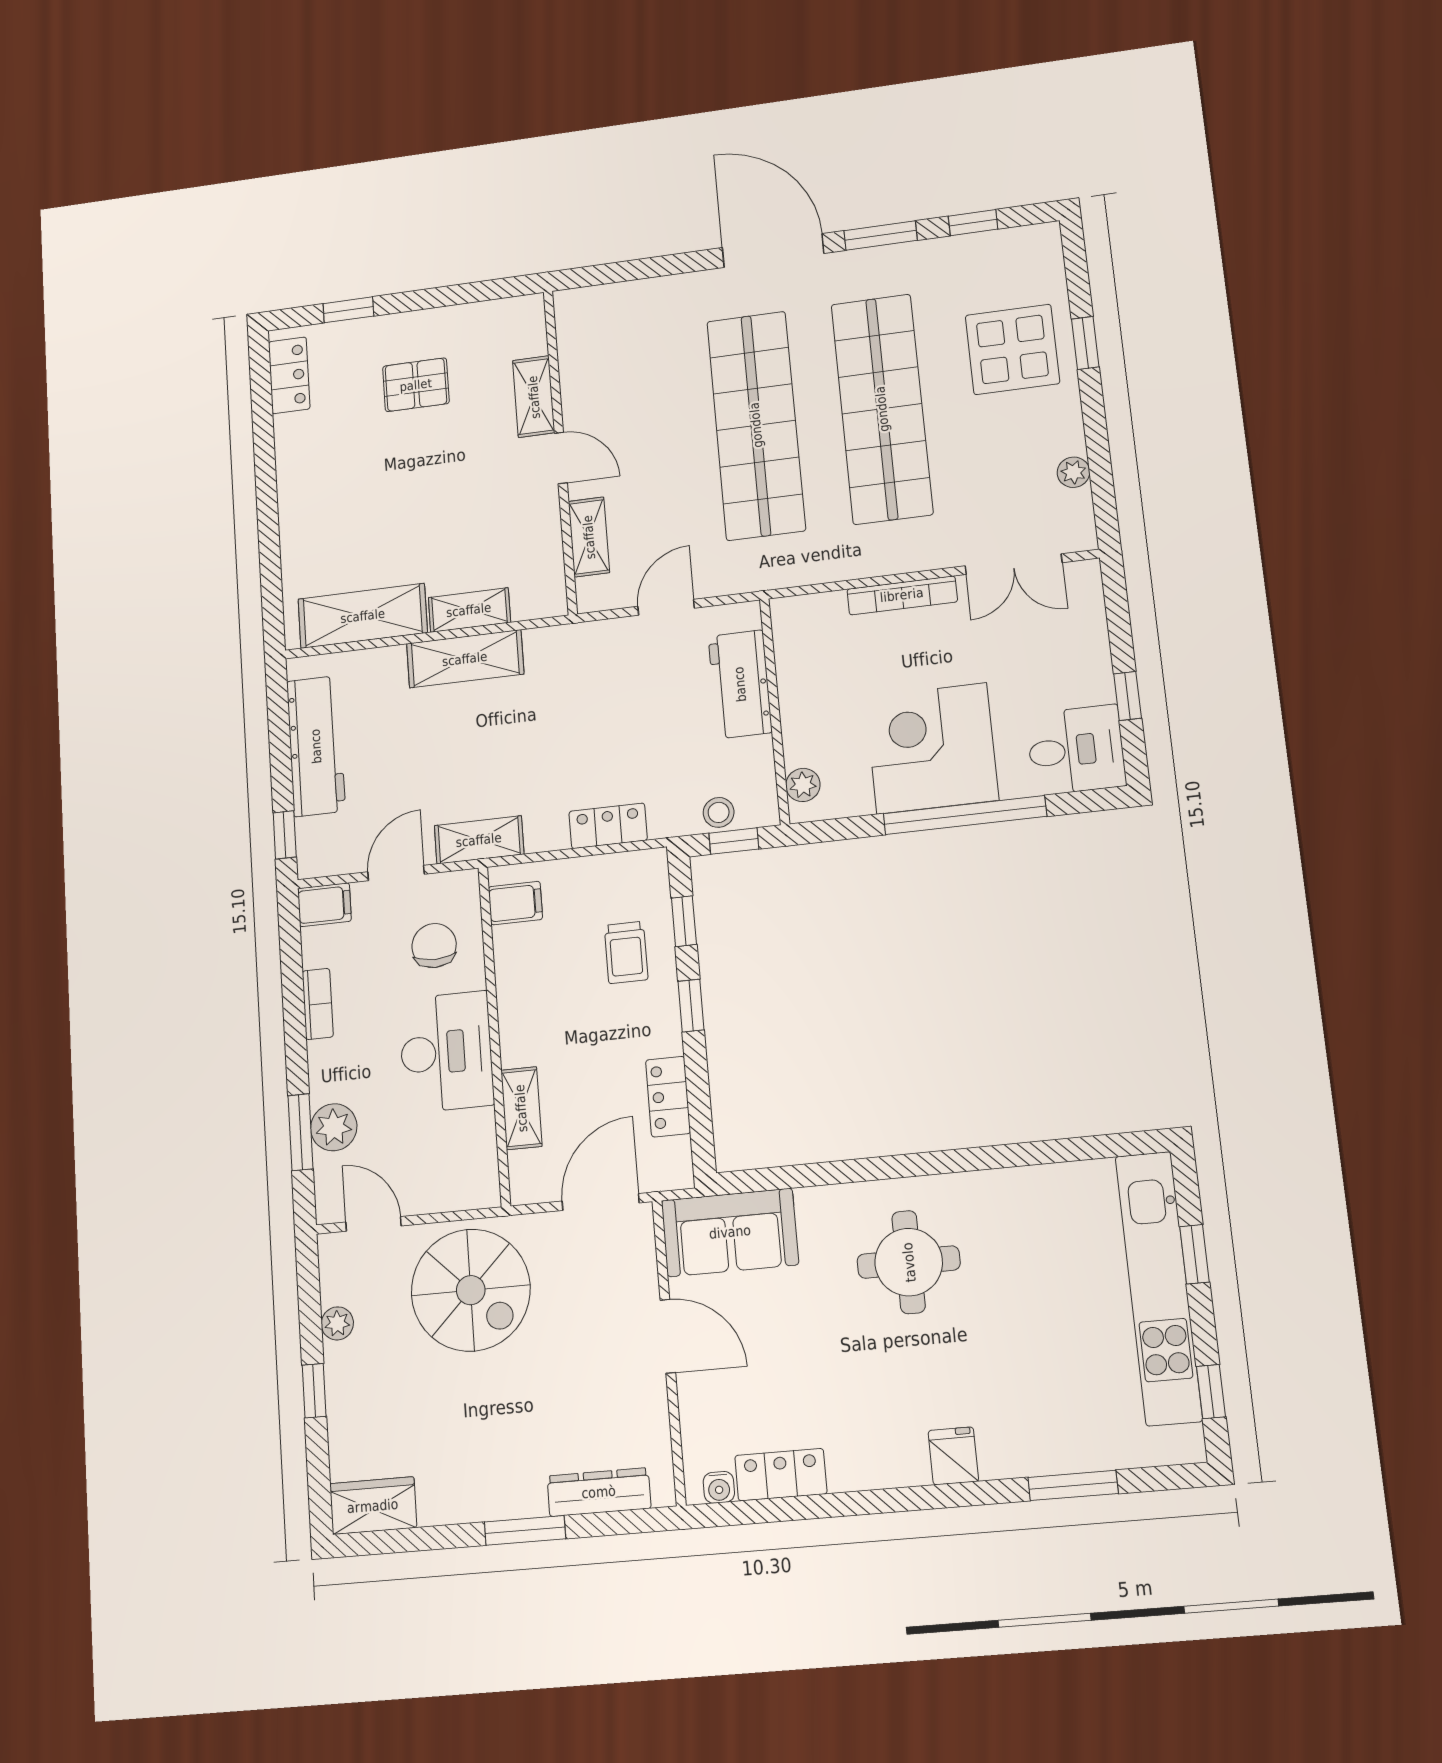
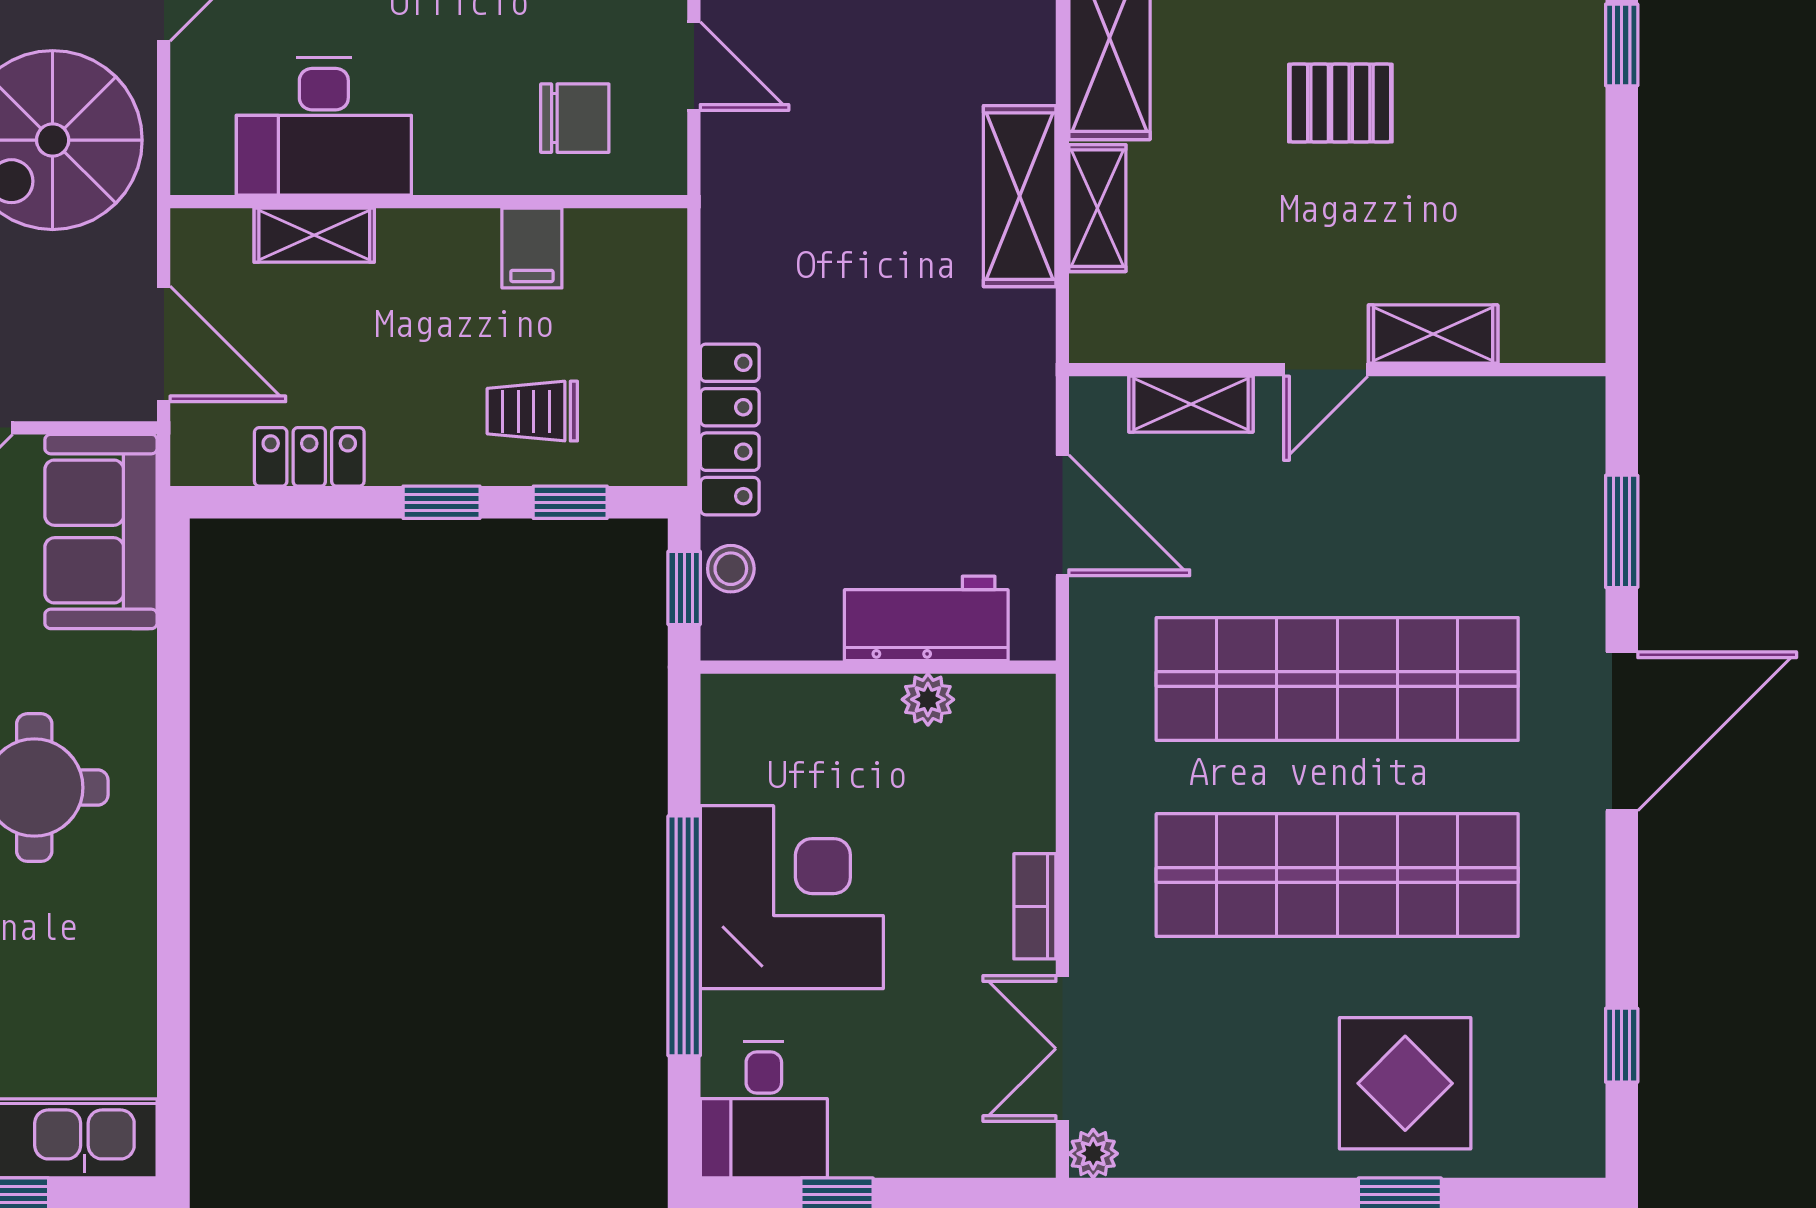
window: (881, 235) -> (1622, 531), moved
pallet: (416, 385) -> (1340, 103), moved, turned 90
plant: (1073, 472) -> (1093, 1154), moved
bookcase: (902, 595) -> (1035, 906), width x0.64
door: (666, 607) -> (1062, 515), width x1.38
plant: (803, 785) -> (928, 699), moved
locker: (608, 826) -> (730, 429), width x1.53
shelving: (479, 840) -> (731, 199), removed
filing cabinet: (515, 903) -> (532, 248), moved
desk: (446, 1052) -> (324, 126), moved

